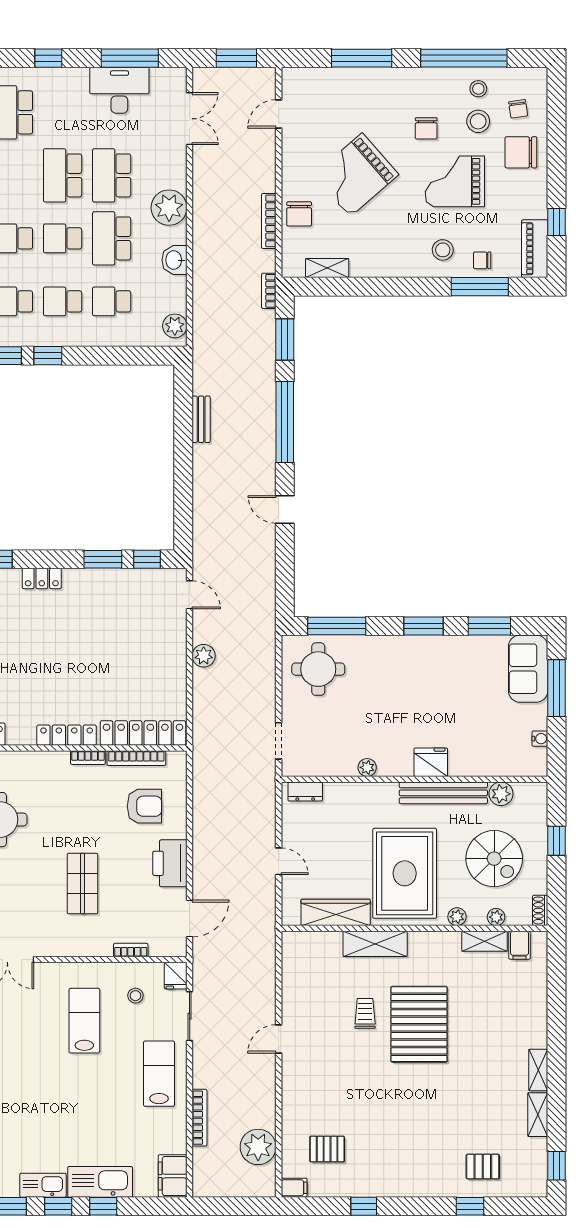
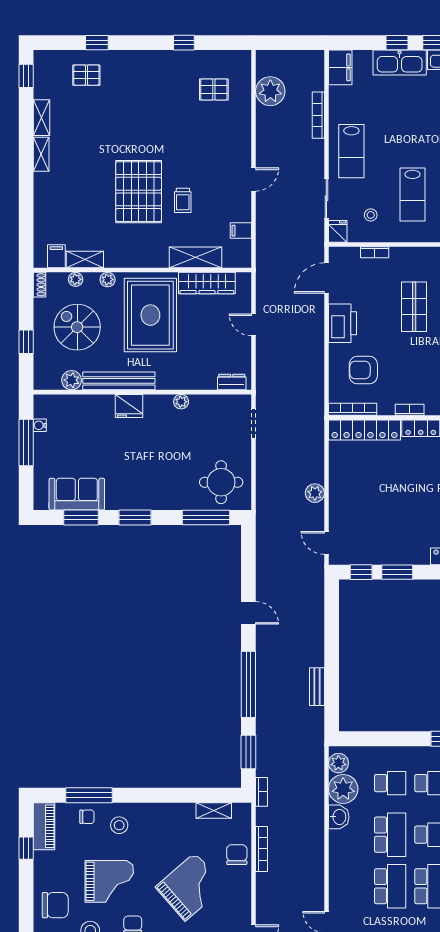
plant: (169, 208) -> (343, 789), moved
sofa: (528, 669) -> (77, 494), moved, turned -90
window: (556, 688) -> (26, 442), moved
bookcase: (136, 758) -> (353, 409), moved
shelving: (375, 944) -> (195, 257), moved
filing cabinet: (294, 1188) -> (241, 231), moved

